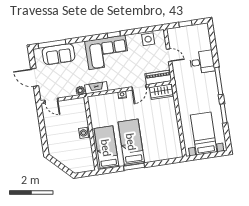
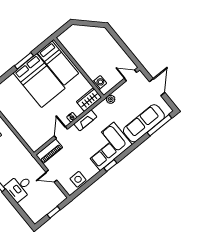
sofa: (59, 54) -> (144, 123), width x1.36
door: (35, 77) -> (157, 87), hinge flipped
fireplace: (96, 88) -> (85, 120), moved
wardrobe: (161, 92) -> (89, 100), moved
washing machine: (85, 133) -> (100, 83), moved
bed: (131, 142) -> (39, 81), width x1.50

